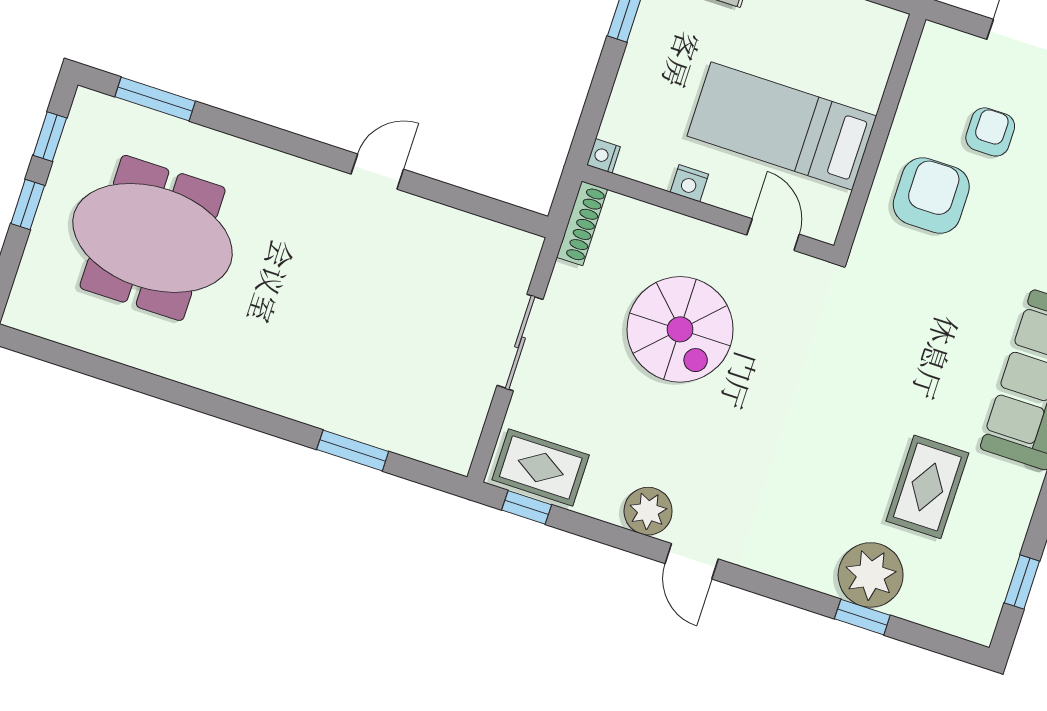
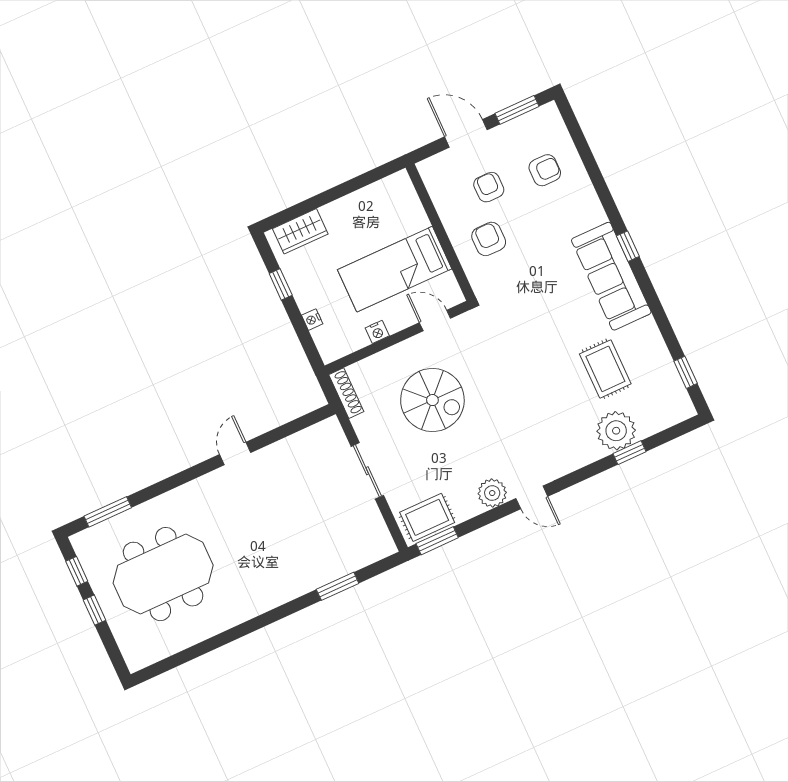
nightstand: (604, 156) -> (312, 320), moved
armchair: (931, 195) -> (489, 239), width x0.72, depth x0.72
window: (527, 507) -> (437, 541), width x1.50

